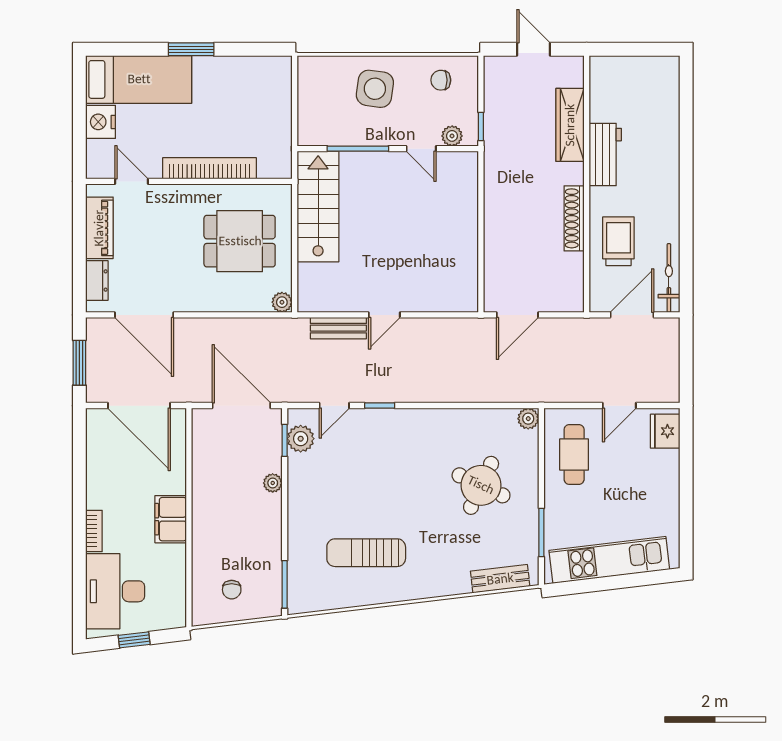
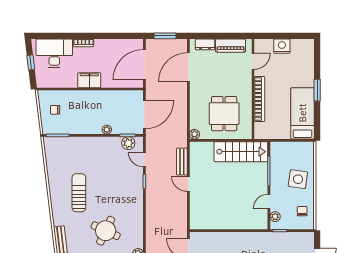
bed: (139, 79) -> (302, 113), moved, turned 180
sun lounger: (366, 553) -> (79, 193), moved

